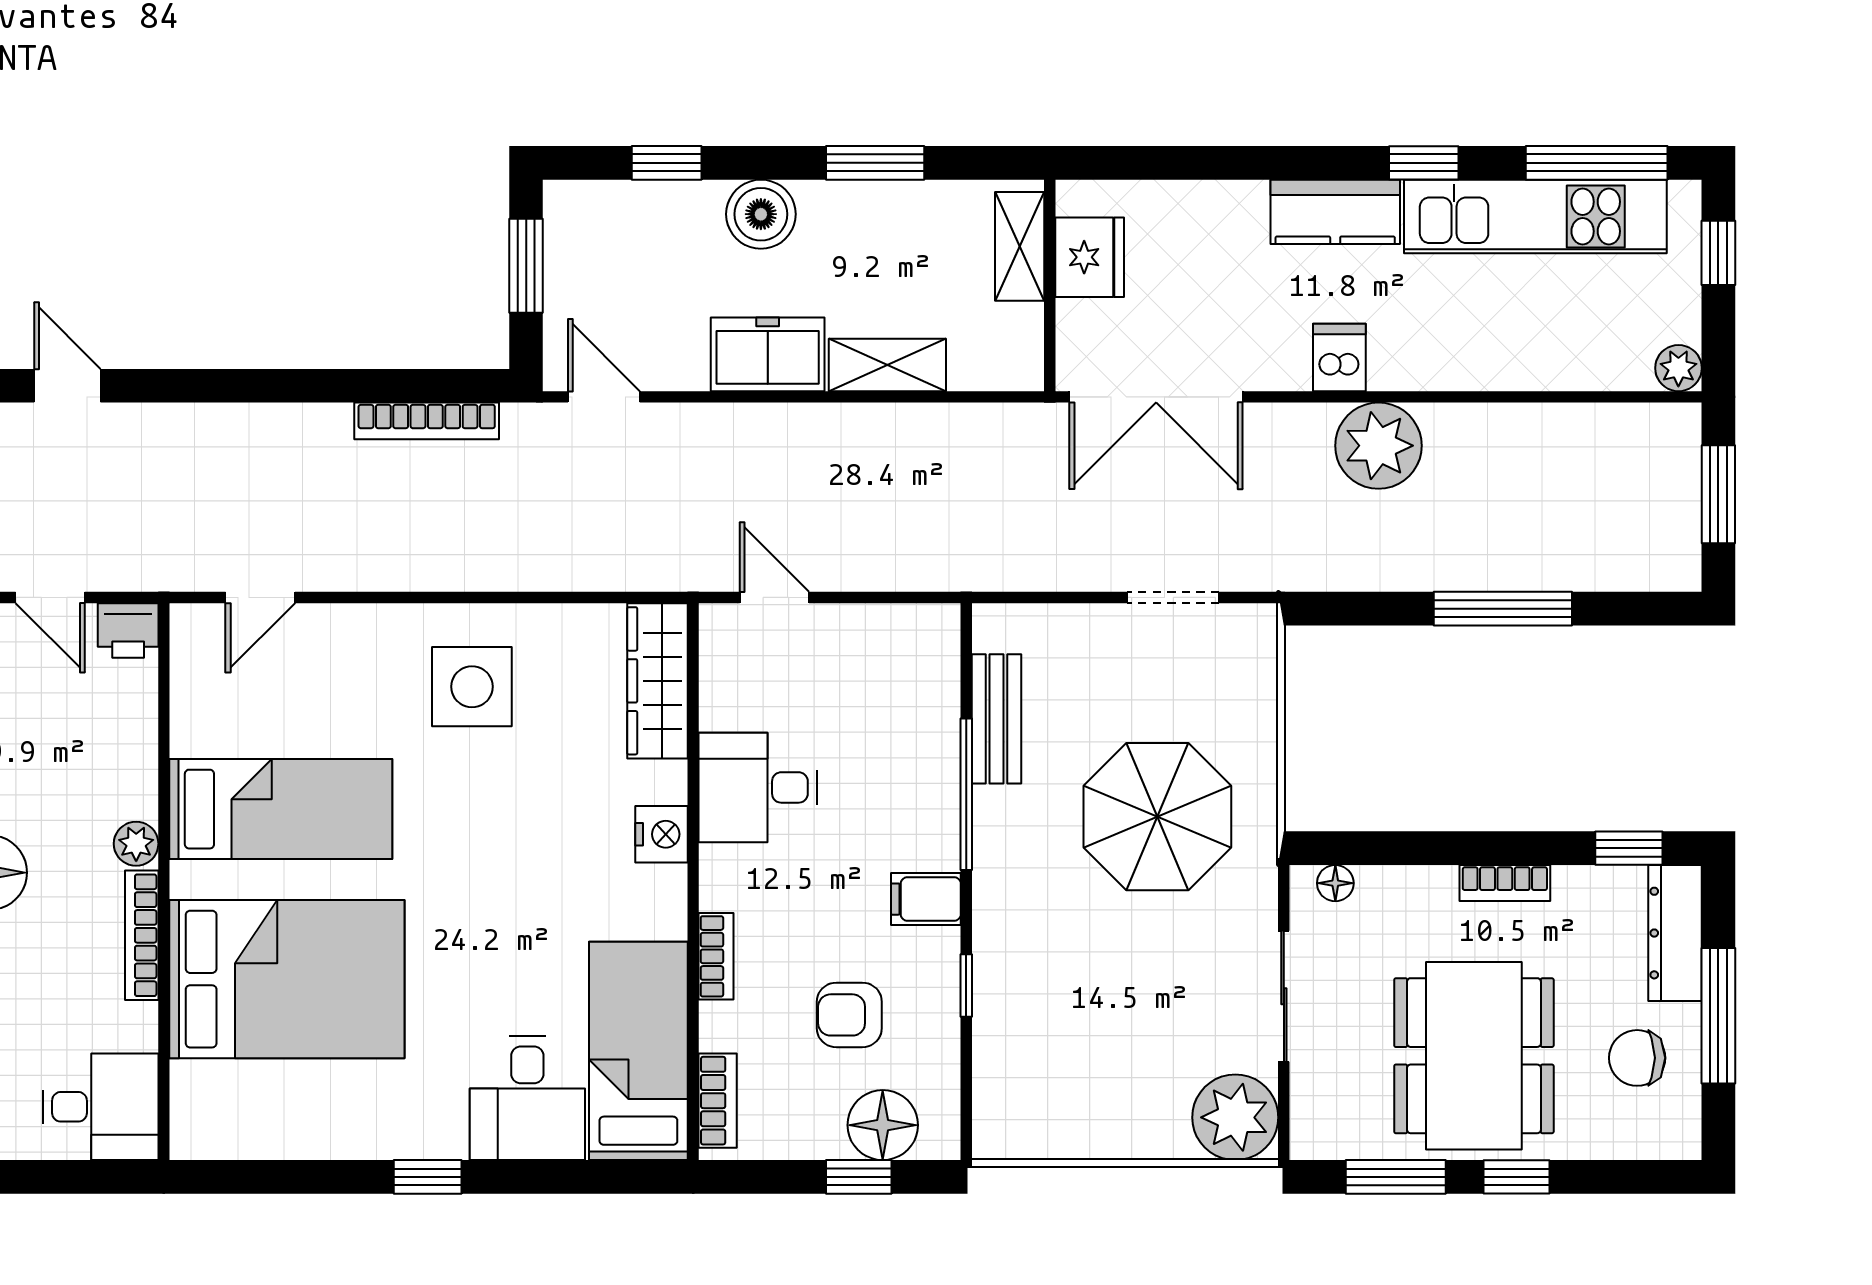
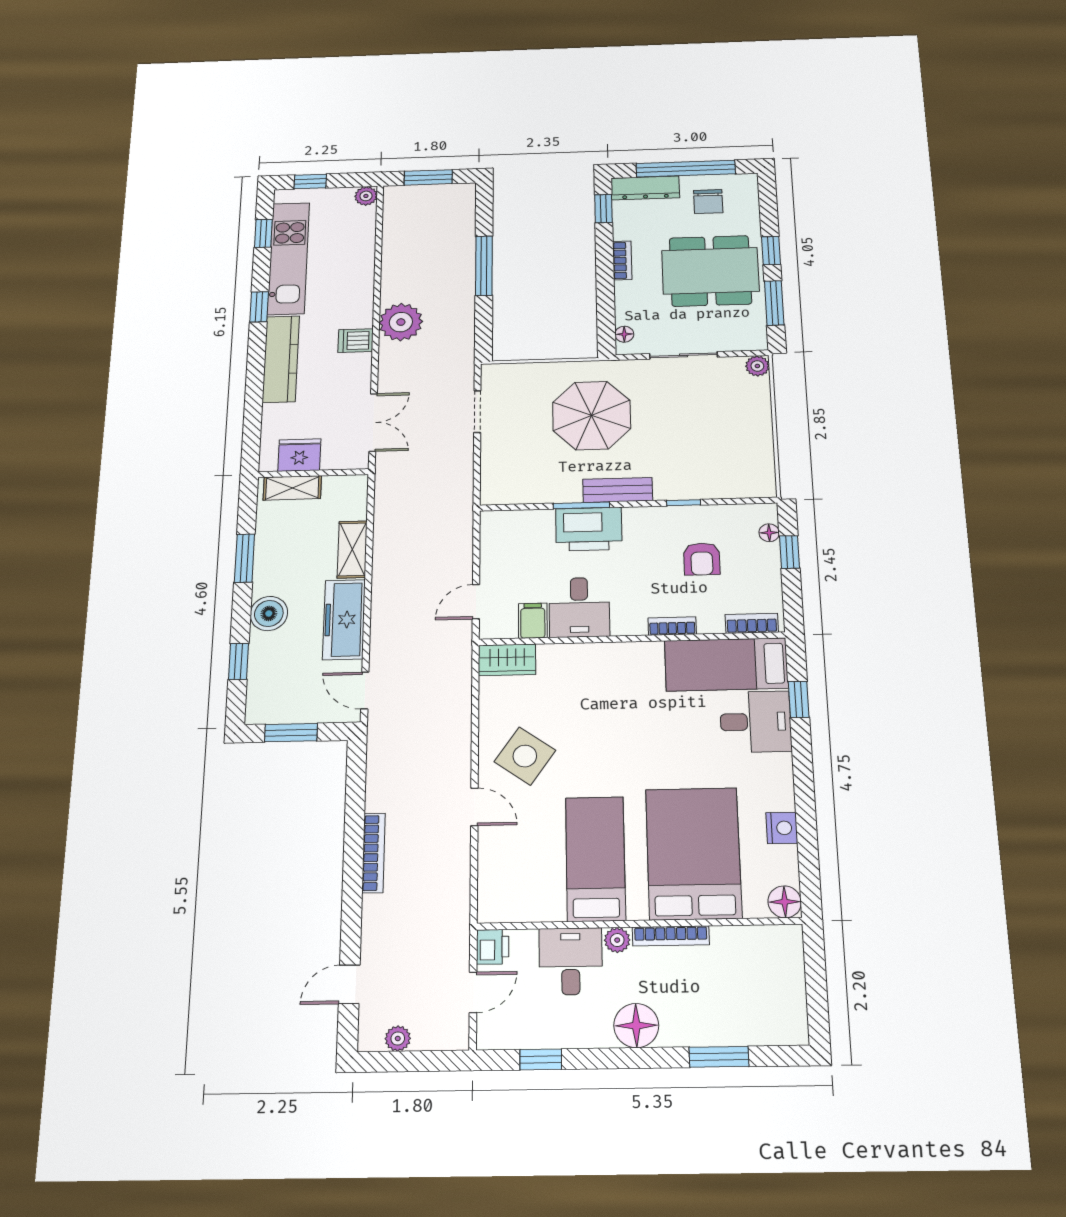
window: (1597, 163) -> (263, 233), width x0.46
kitchen counter: (1335, 212) -> (281, 359), width x1.50
freezer: (768, 354) -> (344, 620), width x1.40
door: (604, 397) -> (365, 691), hinge flipped
double door: (1156, 397) -> (373, 422), width x0.73
bookcase: (427, 421) -> (373, 853), moved
door: (260, 597) -> (474, 807), moved
wardrobe: (658, 681) -> (507, 660), width x0.67
side table: (472, 687) -> (525, 756), turned 35
bench: (996, 719) -> (618, 490), moved
window: (966, 794) -> (581, 505), width x0.69
printer: (917, 807) -> (589, 529), added
nightstand: (662, 834) -> (782, 828), moved, turned 90
filing cabinet: (926, 899) -> (533, 621), moved, turned 180
window: (1718, 1016) -> (686, 169), width x1.46
desk: (101, 1107) -> (571, 961), moved
plant: (1235, 1117) -> (757, 366), width x0.53, depth x0.53
floor lamp: (883, 1125) -> (769, 533), width x0.53, depth x0.53
floor lamp: (198, 1132) -> (785, 902), added
window: (428, 1177) -> (799, 699), moved

